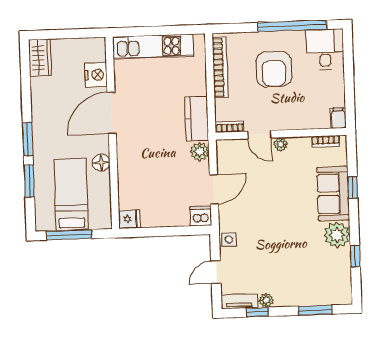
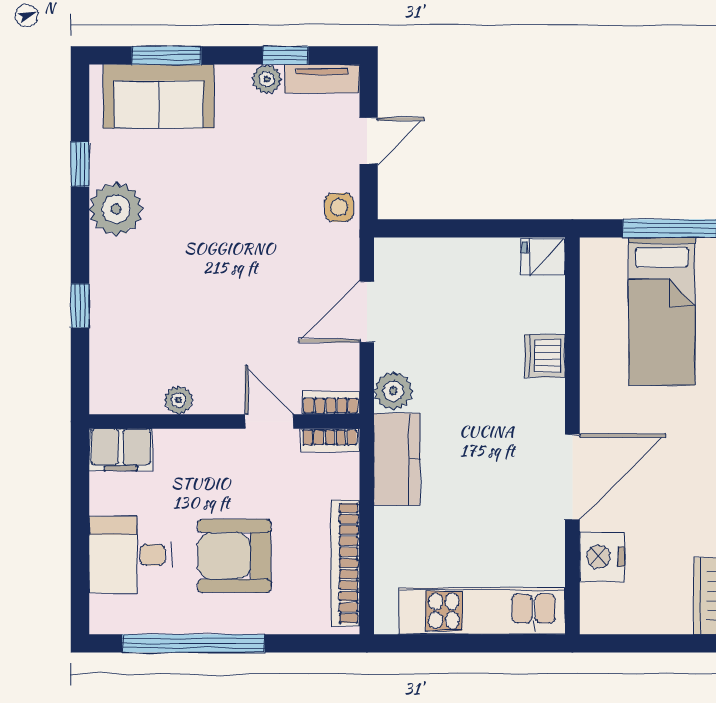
desk: (325, 49) -> (130, 555), moved, turned 90
armchair: (274, 69) -> (234, 556), turned -90
filing cabinet: (338, 118) -> (121, 450), width x2.00
bookcase: (326, 141) -> (331, 403), moved
plant: (281, 144) -> (179, 400), moved
floor lamp: (101, 162) -> (597, 376), removed
sofa: (333, 194) -> (159, 96), moved, turned 90
dishwasher: (201, 216) -> (545, 356), moved, turned 90

